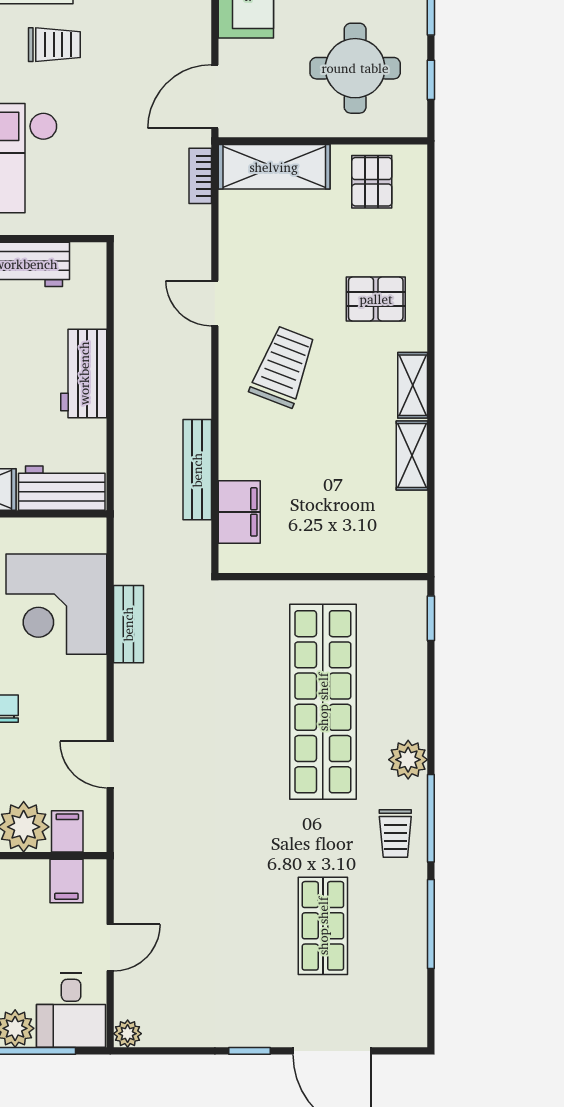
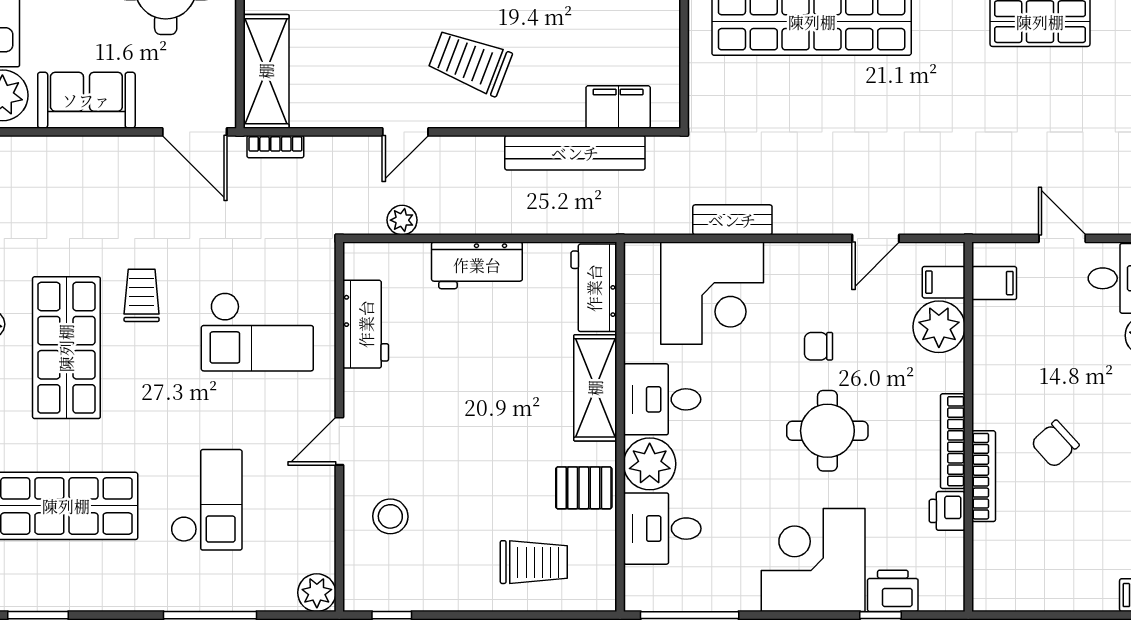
plant: (128, 300) -> (402, 220), added
bench: (197, 470) -> (575, 153), width x1.37, depth x1.21

